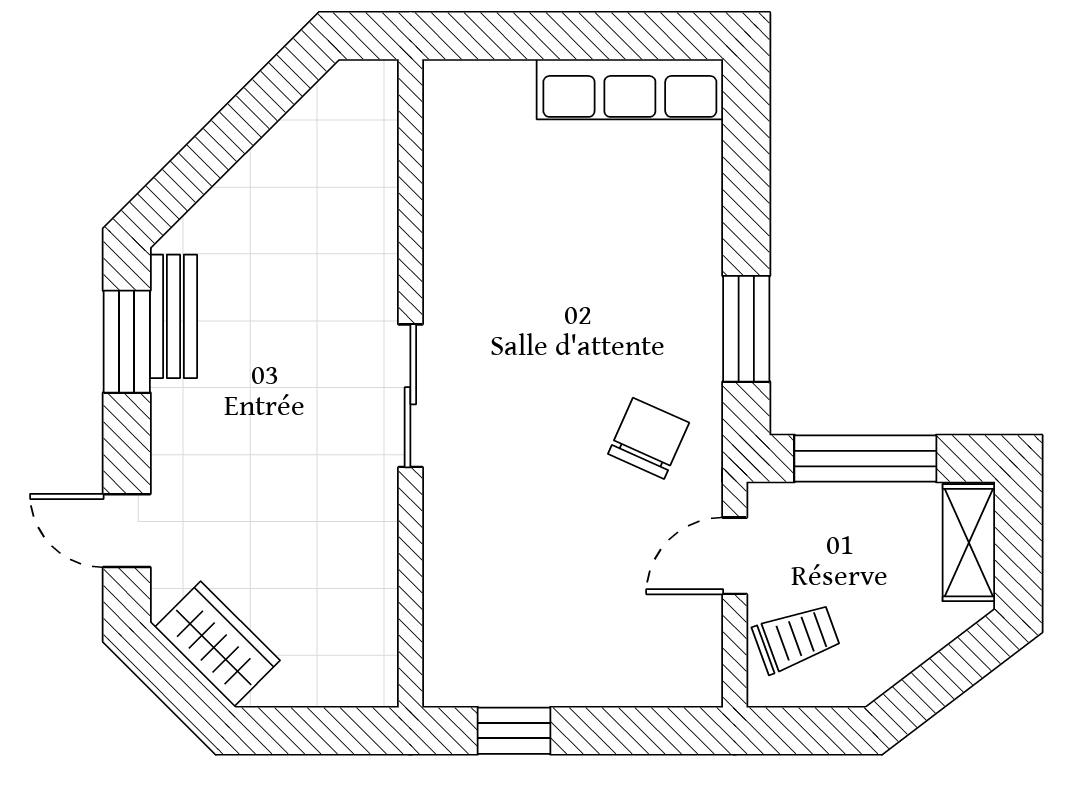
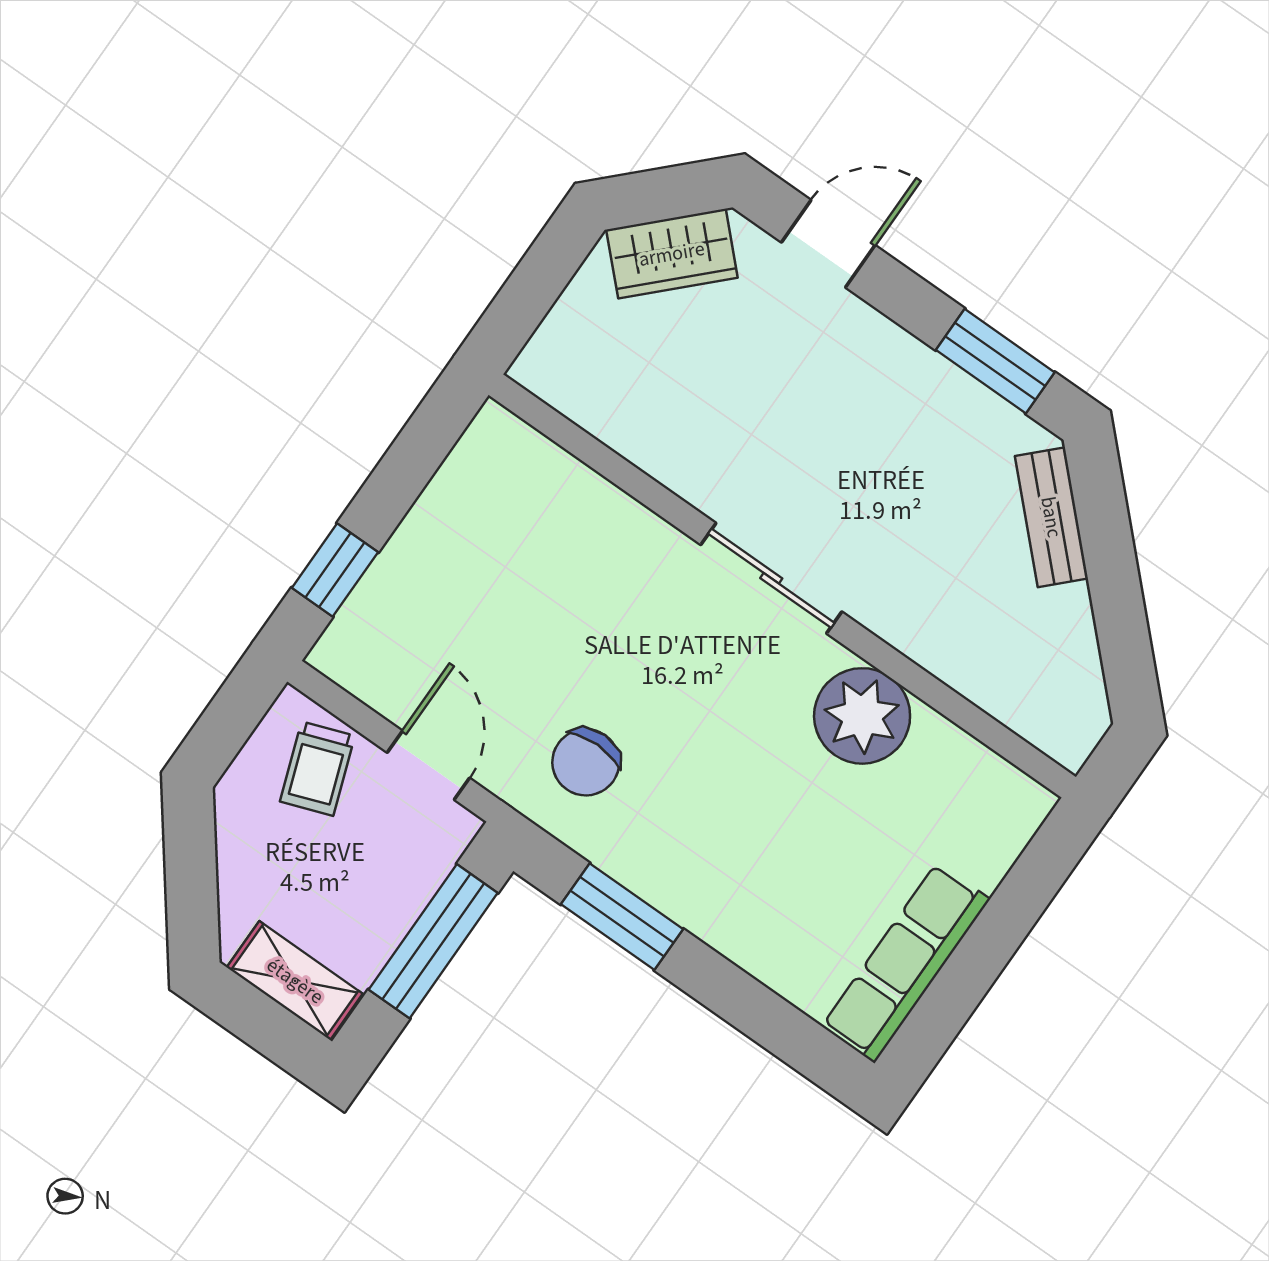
plant: (466, 254) -> (862, 716), added
bench: (173, 316) -> (1051, 517), moved, turned 45
chair: (649, 438) -> (586, 762), turned 66
window: (514, 731) -> (335, 570), moved

